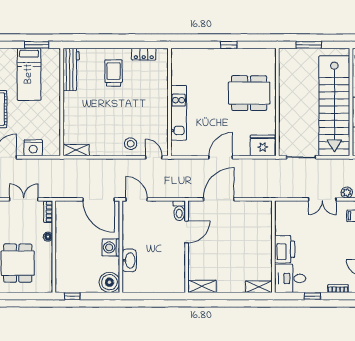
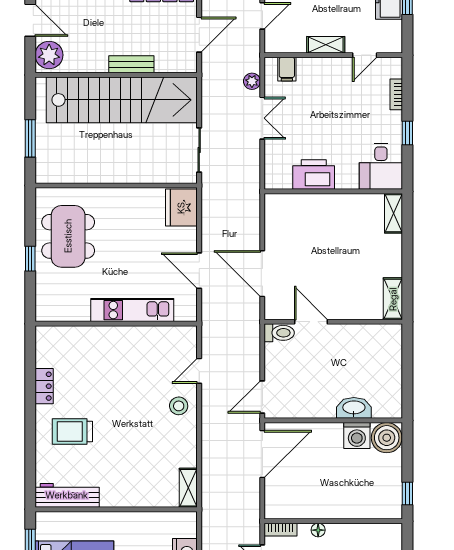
dining table: (249, 93) -> (68, 236), moved
wall: (170, 102) -> (116, 324), moved
kitchen unit: (179, 113) -> (132, 310), moved
washing machine: (111, 247) -> (357, 435), moved
printer: (285, 249) -> (314, 175), moved

